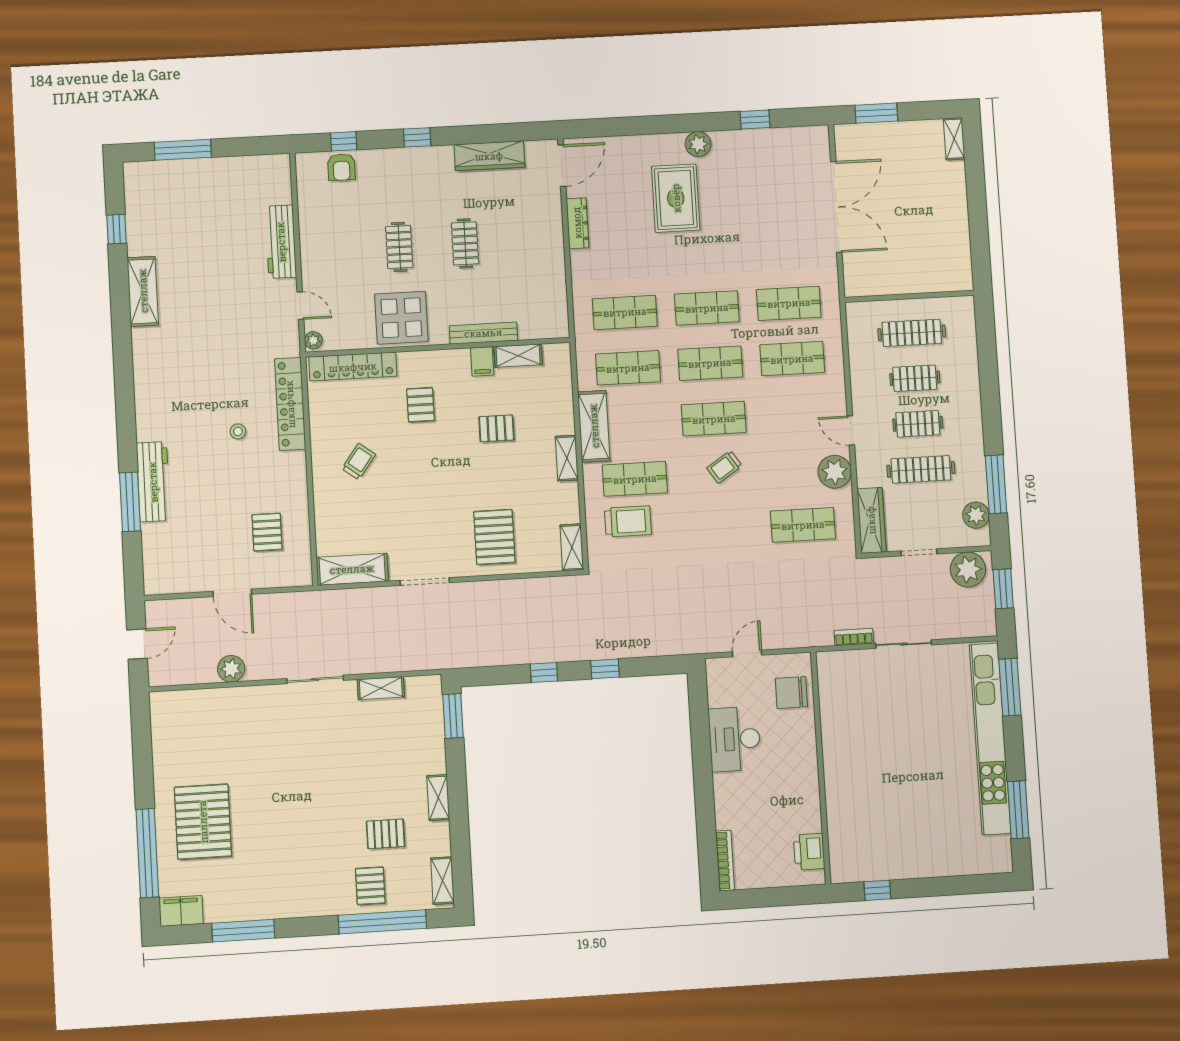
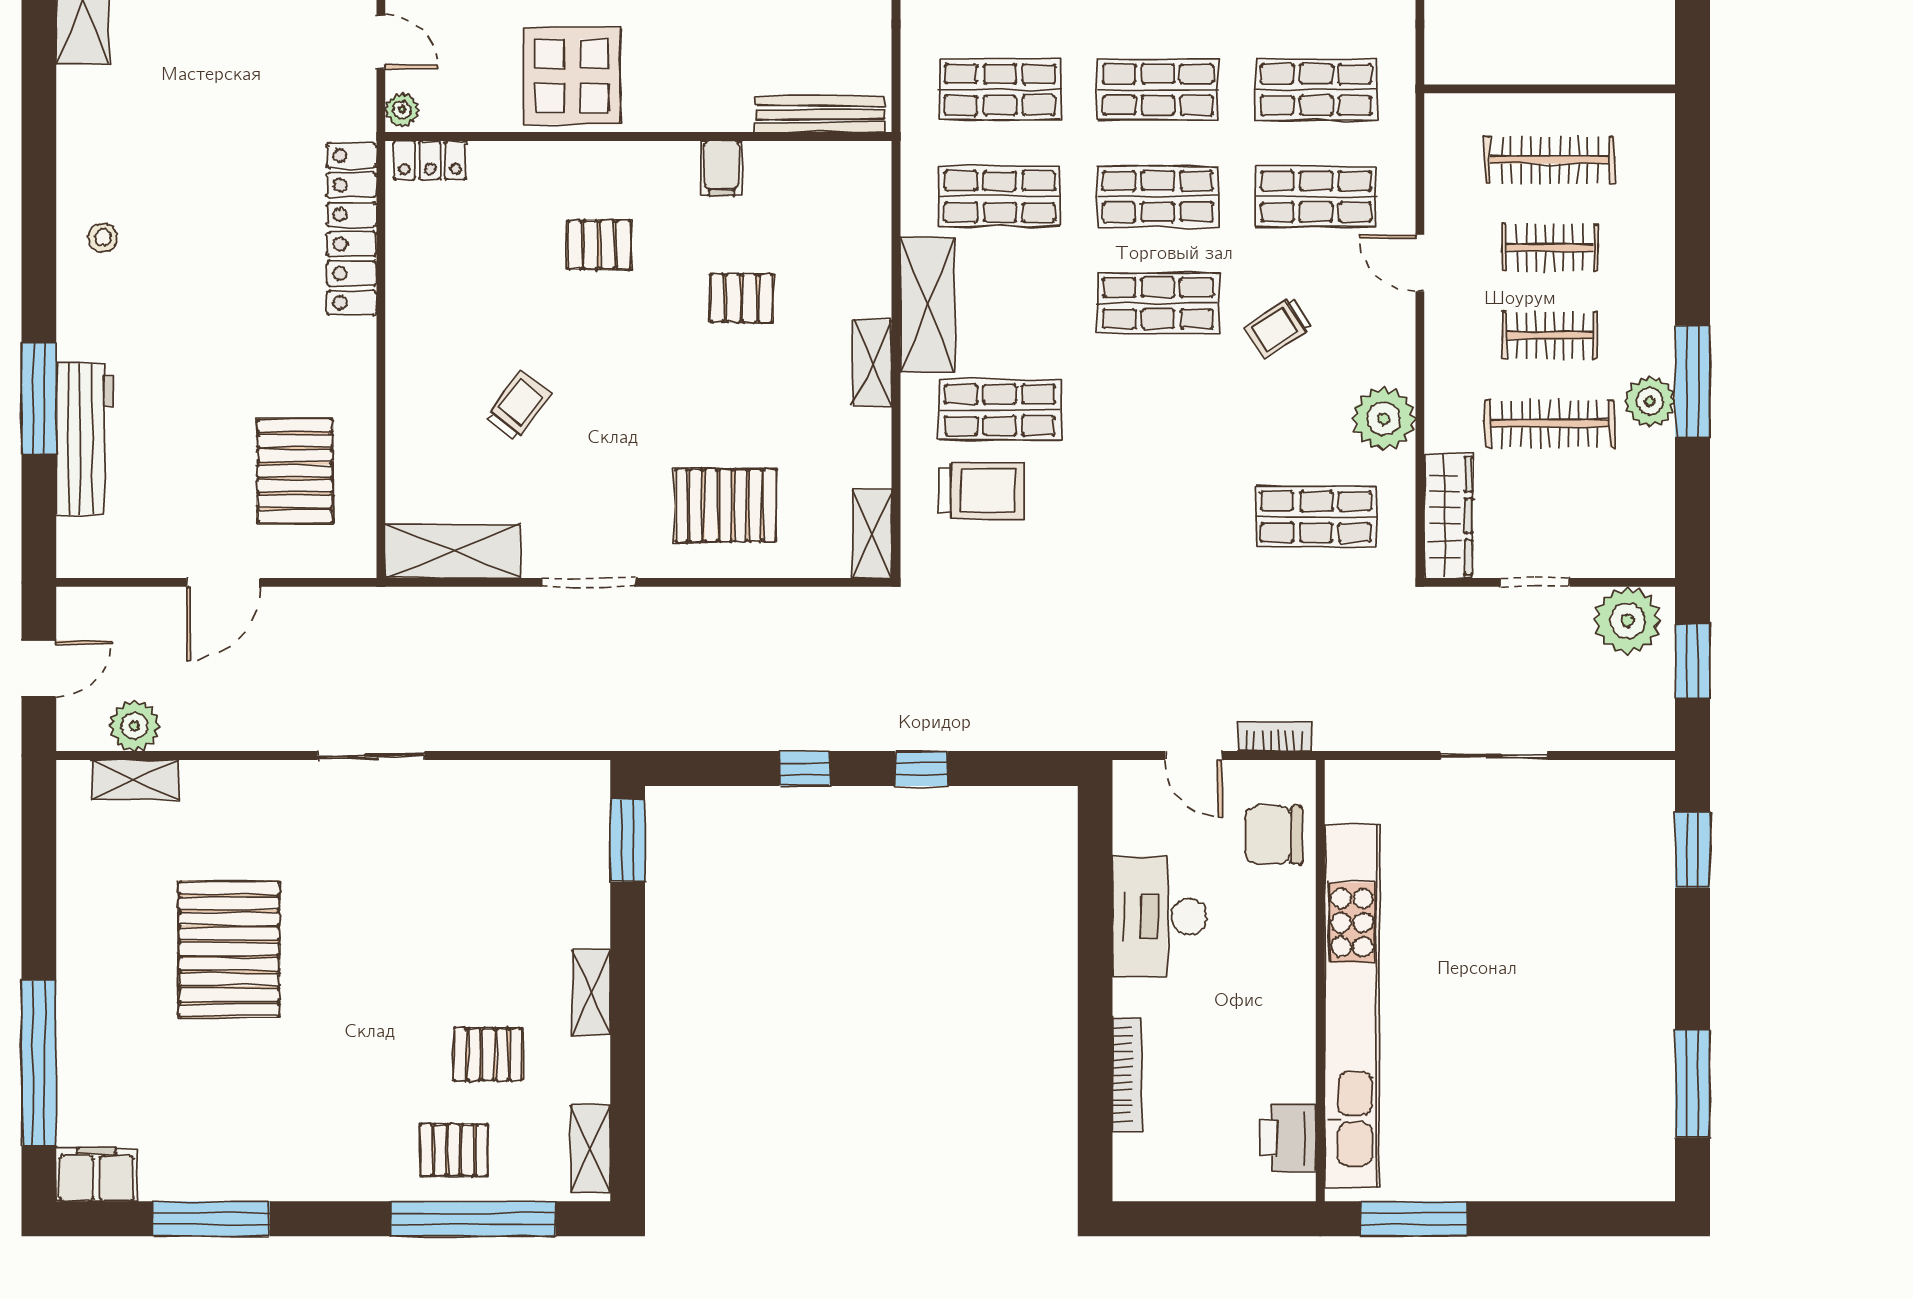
bench: (483, 333) -> (820, 114), moved
shelving: (518, 356) -> (791, 161), removed
locker: (353, 367) -> (430, 160), width x0.46, depth x0.83
pallet: (420, 405) -> (599, 245), turned 90
door: (851, 430) -> (1420, 263), moved
stool: (238, 431) -> (103, 238), moved
trolley: (359, 462) -> (518, 406), moved
trolley: (724, 467) -> (1278, 328), moved
workbench: (153, 482) -> (85, 439), moved
window: (996, 484) -> (1693, 381), moved
plant: (976, 515) -> (1650, 402), moved
pallet: (267, 532) -> (295, 471), width x1.50, depth x1.42
pallet: (494, 537) -> (726, 505), turned 90
door: (232, 593) -> (223, 582), hinge flipped
bookcase: (854, 637) -> (1275, 736), moved
door: (747, 653) -> (1194, 756), swing flipped
plant: (231, 669) -> (135, 726), moved
window: (1010, 687) -> (1693, 850), width x0.69
shelving: (381, 688) -> (135, 780), moved
kitchen unit: (990, 739) -> (1352, 1006), moved, turned 180
pallet: (203, 822) -> (229, 949), moved
bookcase: (725, 861) -> (1127, 1075), moved
pallet: (370, 886) -> (454, 1150), turned 90
window: (877, 890) -> (1413, 1219), width x2.17

